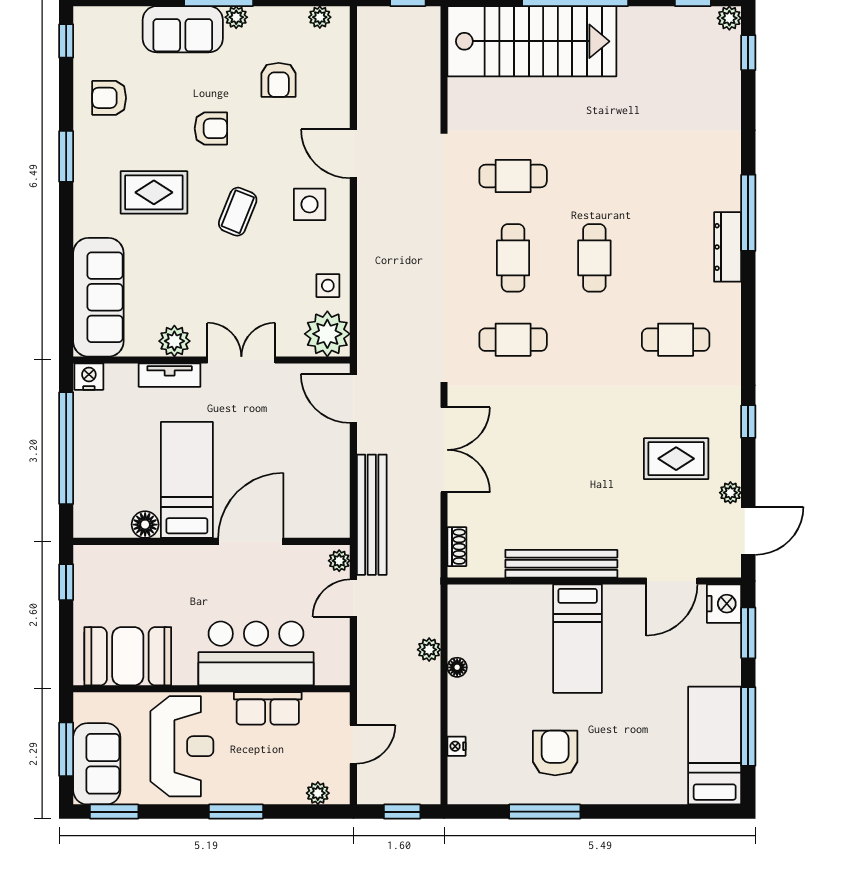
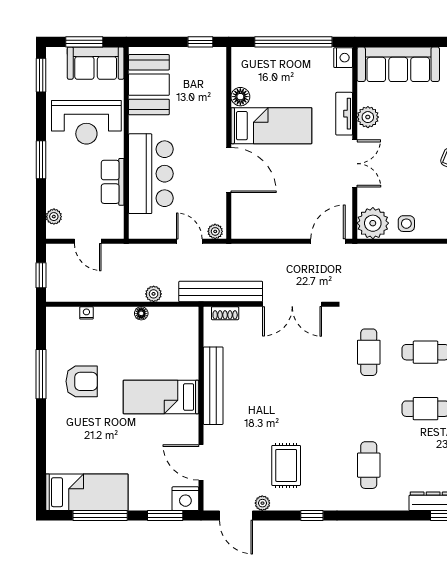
bench: (372, 515) -> (221, 292), moved
sofa: (97, 764) -> (96, 63), moved

